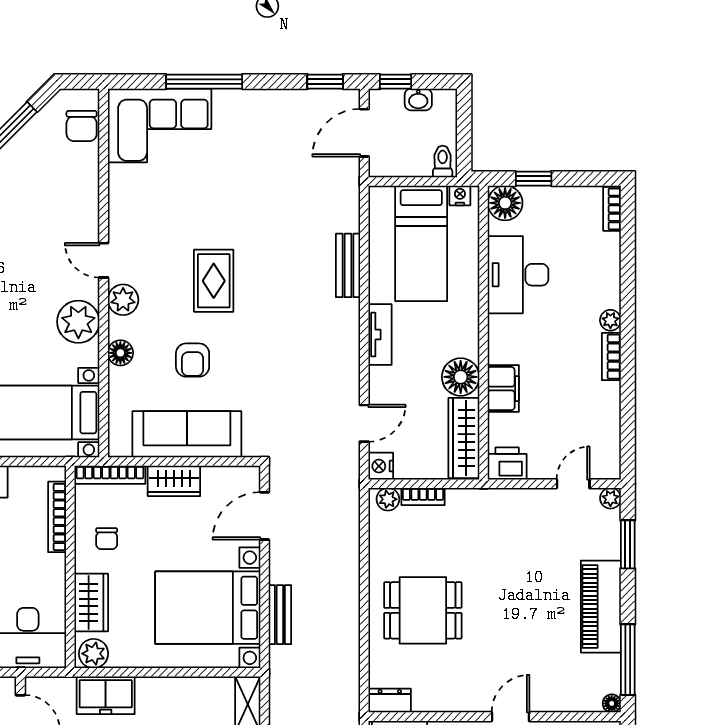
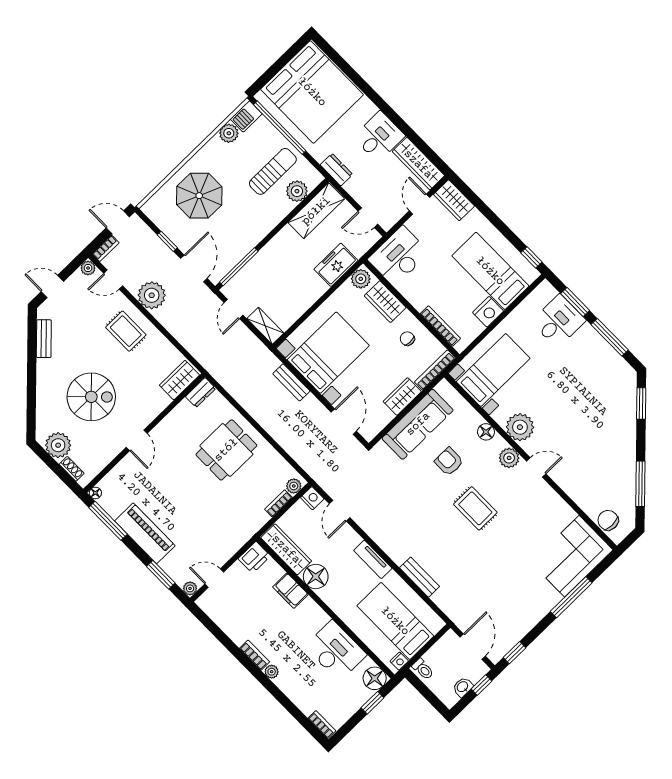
door: (573, 484) -> (214, 578), swing flipped

